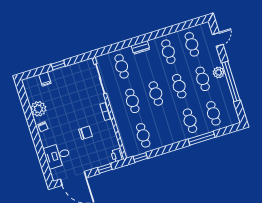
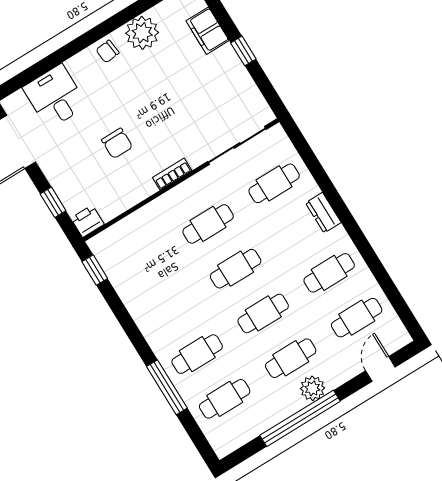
door: (218, 39) -> (380, 369), swing flipped
filing cabinet: (45, 79) -> (208, 31), width x2.00
cafe table: (143, 135) -> (142, 265), removed

